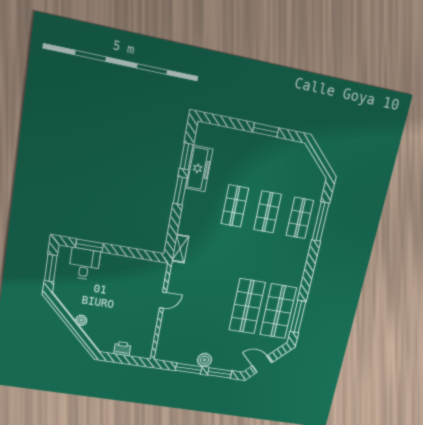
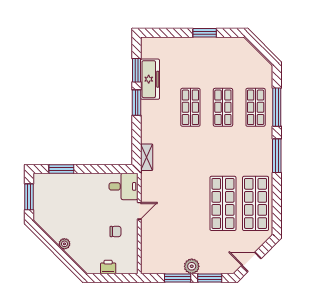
desk: (84, 264) -> (124, 186), moved, turned 90
chair: (135, 316) -> (115, 231), added
window: (298, 317) -> (277, 156), moved

